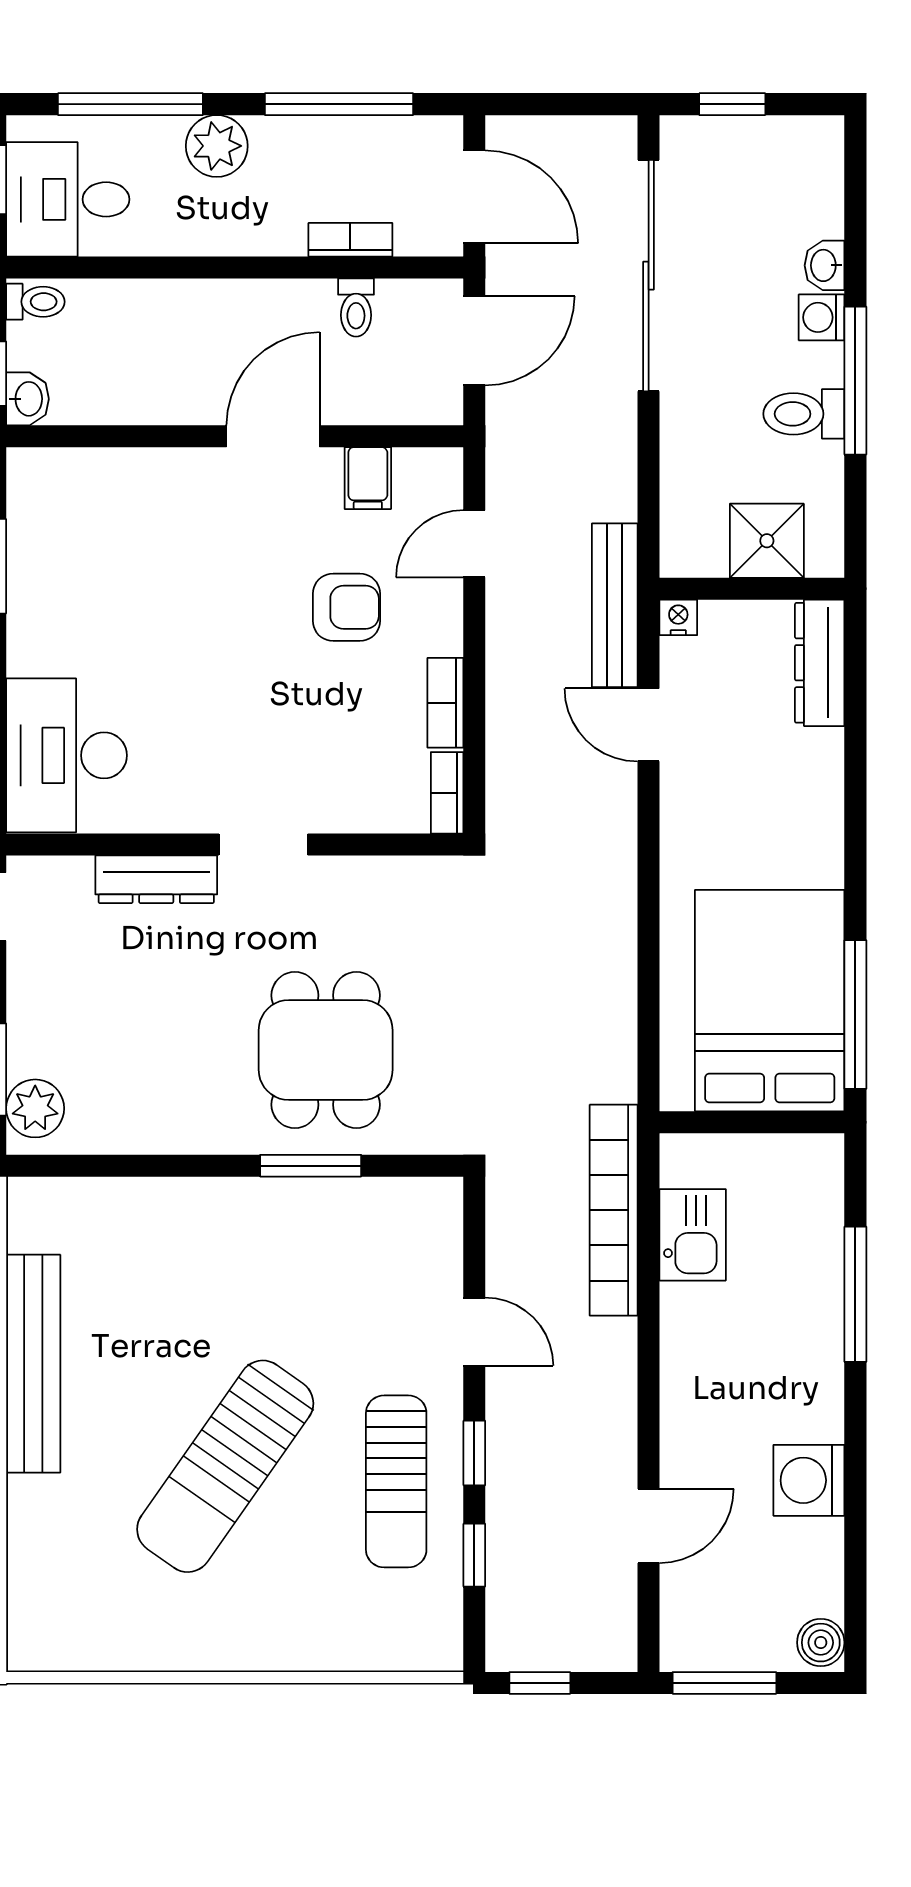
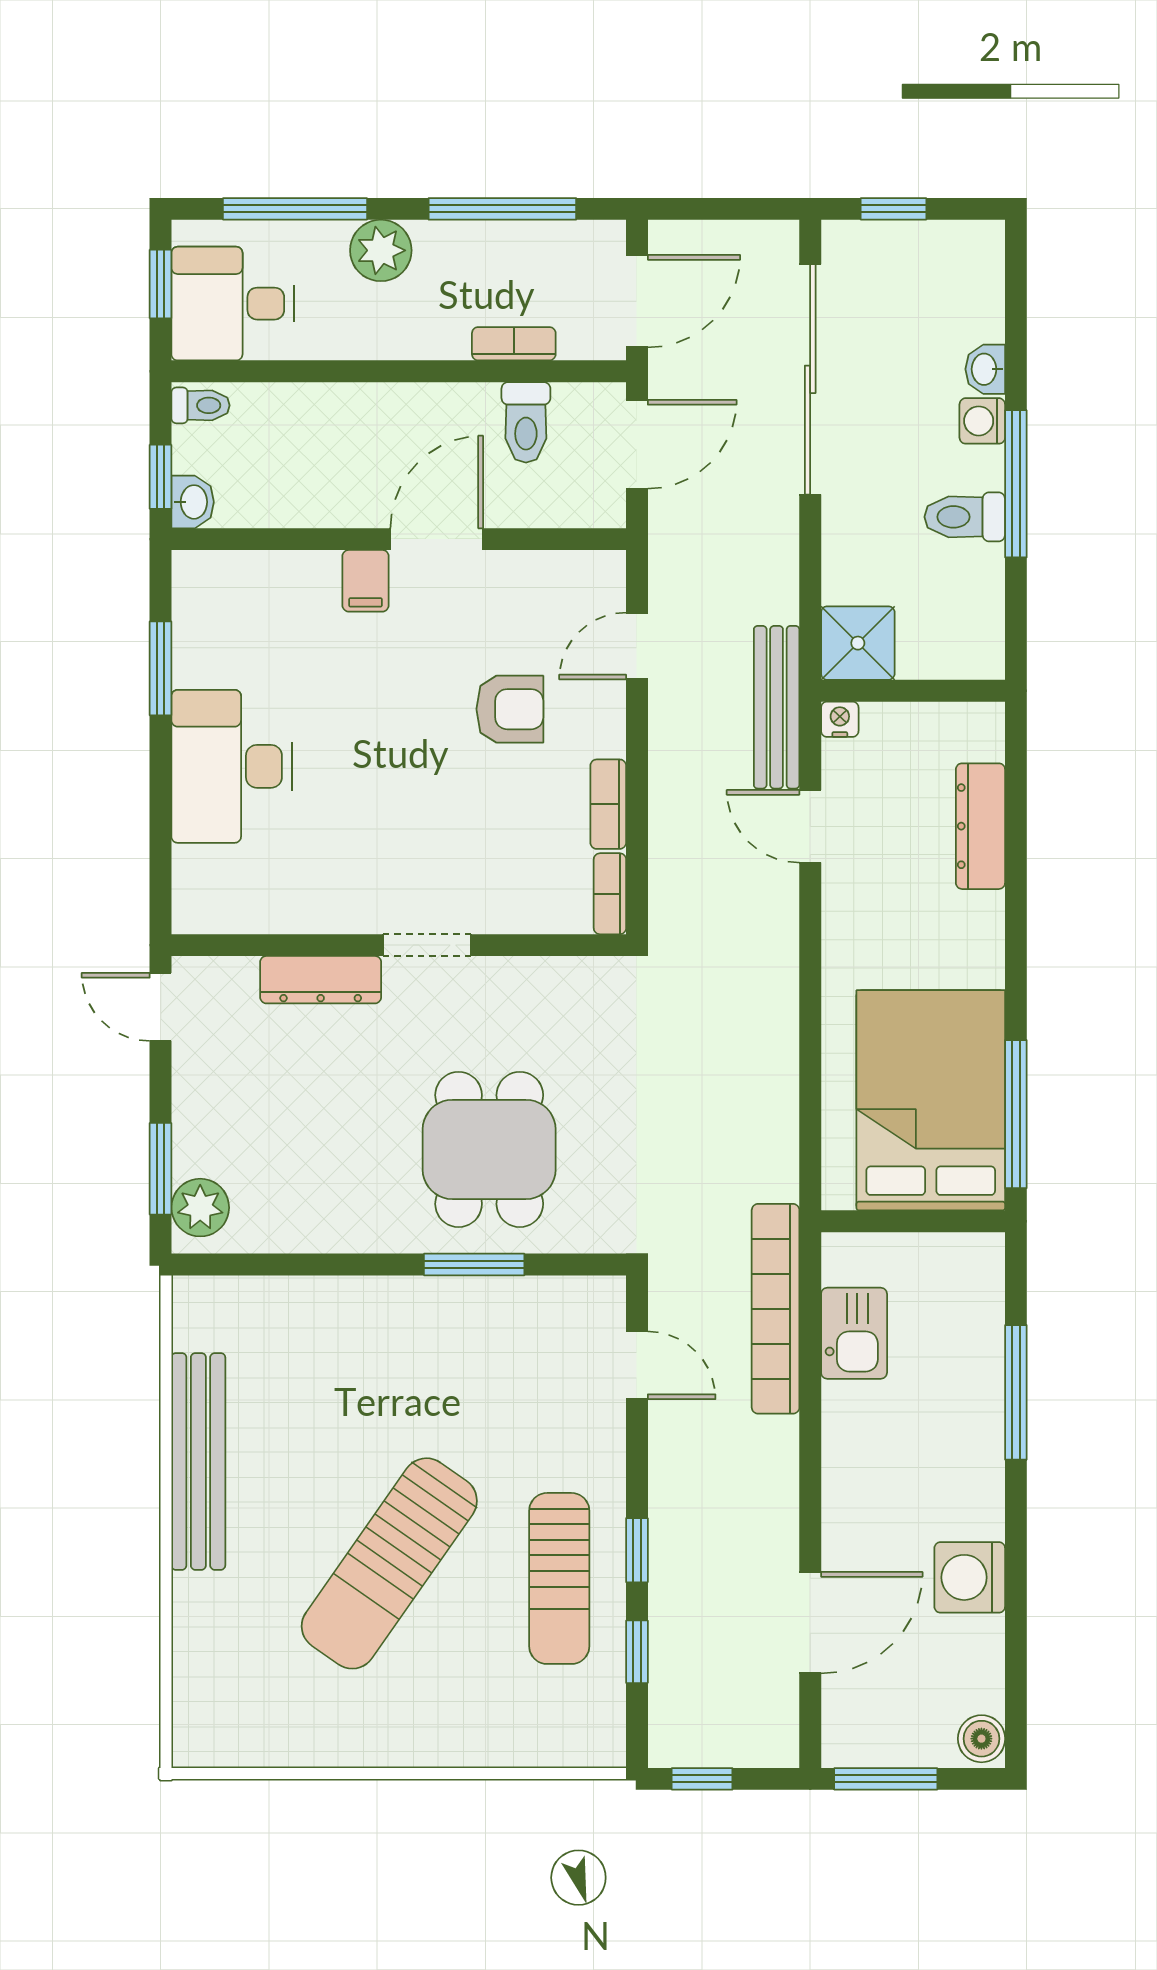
door: (474, 197) -> (637, 301), hinge flipped
toilet: (356, 308) -> (526, 422), width x1.37, depth x1.39
filing cabinet: (368, 478) -> (366, 581), moved
shower: (767, 541) -> (858, 643), moved
dresser: (820, 663) -> (980, 826), moved
desk: (67, 755) -> (231, 766), moved
door: (474, 1332) -> (637, 1365), moved
door: (649, 1526) -> (810, 1623), width x1.38

